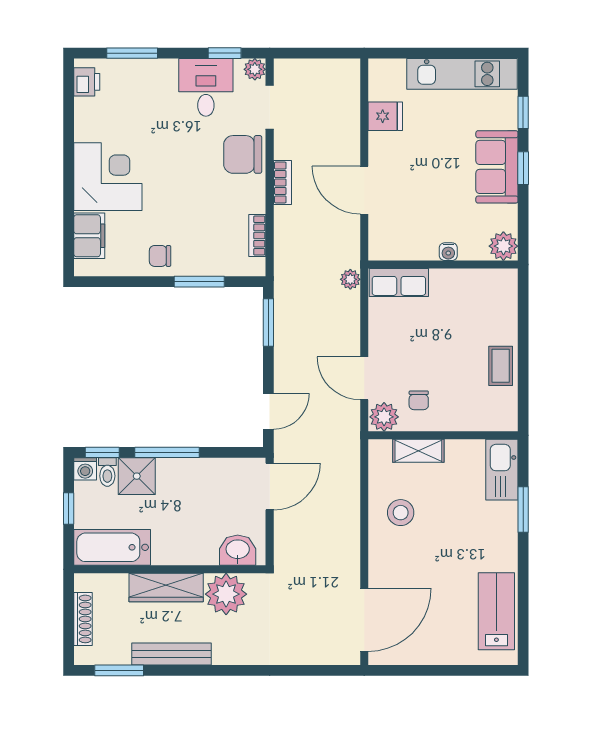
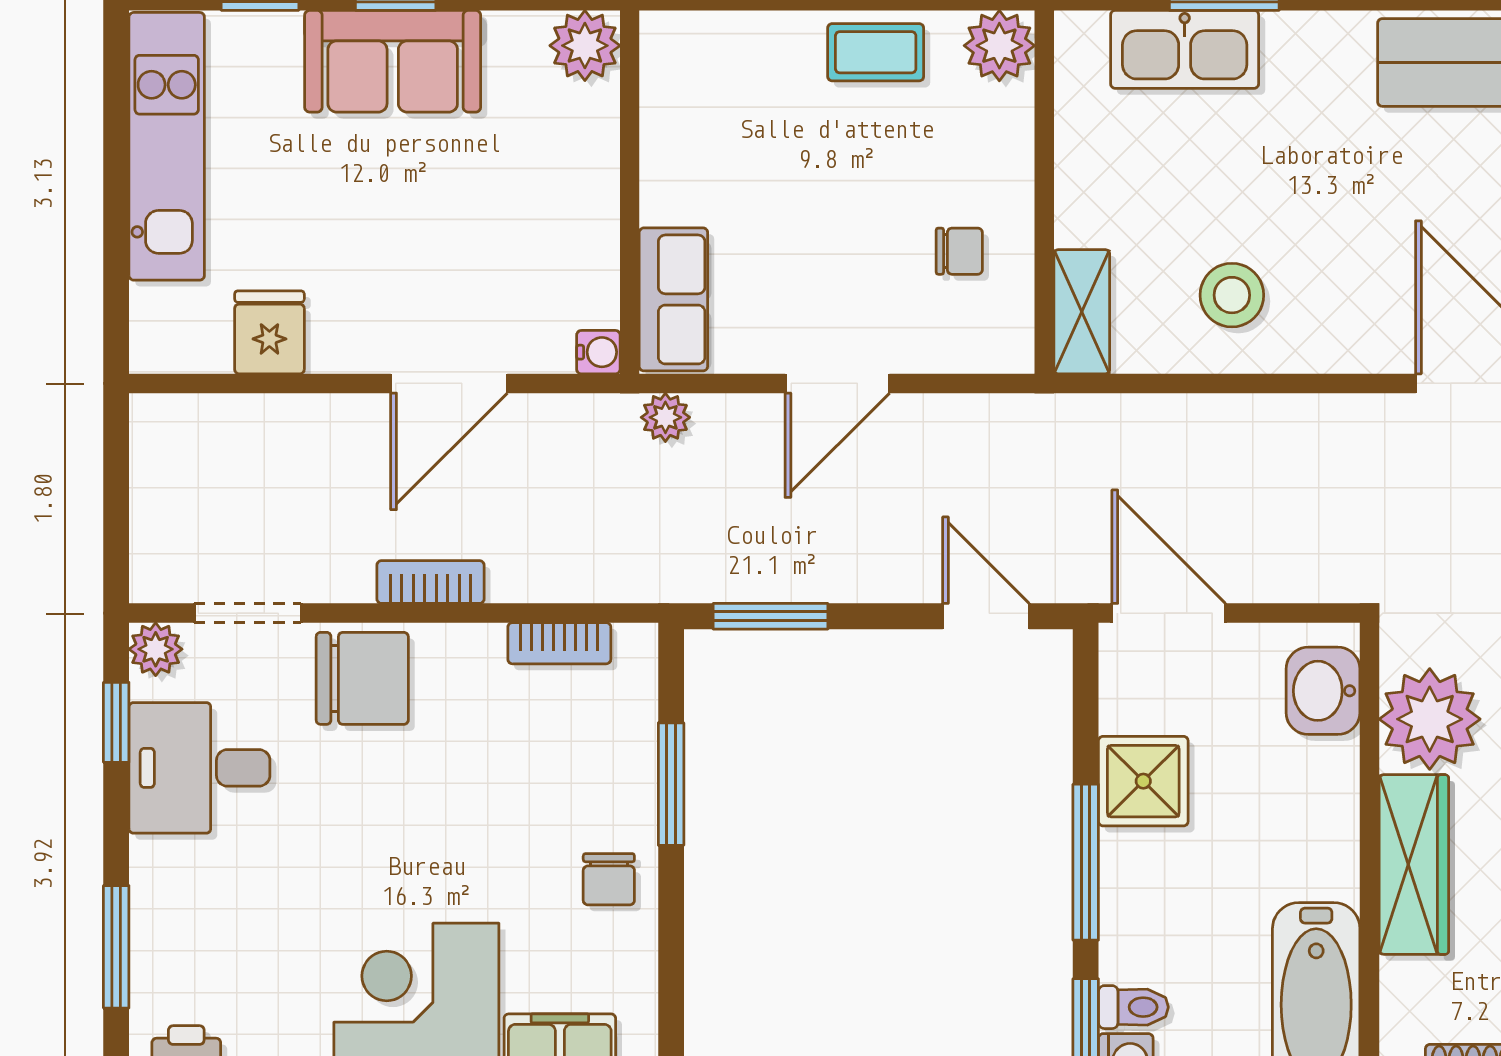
chair: (243, 154) -> (362, 678), turned -90
water cooler: (448, 252) -> (598, 352), moved
door: (364, 378) -> (837, 383), moved
plant: (384, 417) -> (999, 46), moved
shelving: (418, 451) -> (1082, 312), moved
kitchen sink: (502, 470) -> (1185, 49), moved
shower: (137, 476) -> (1143, 781), moved

